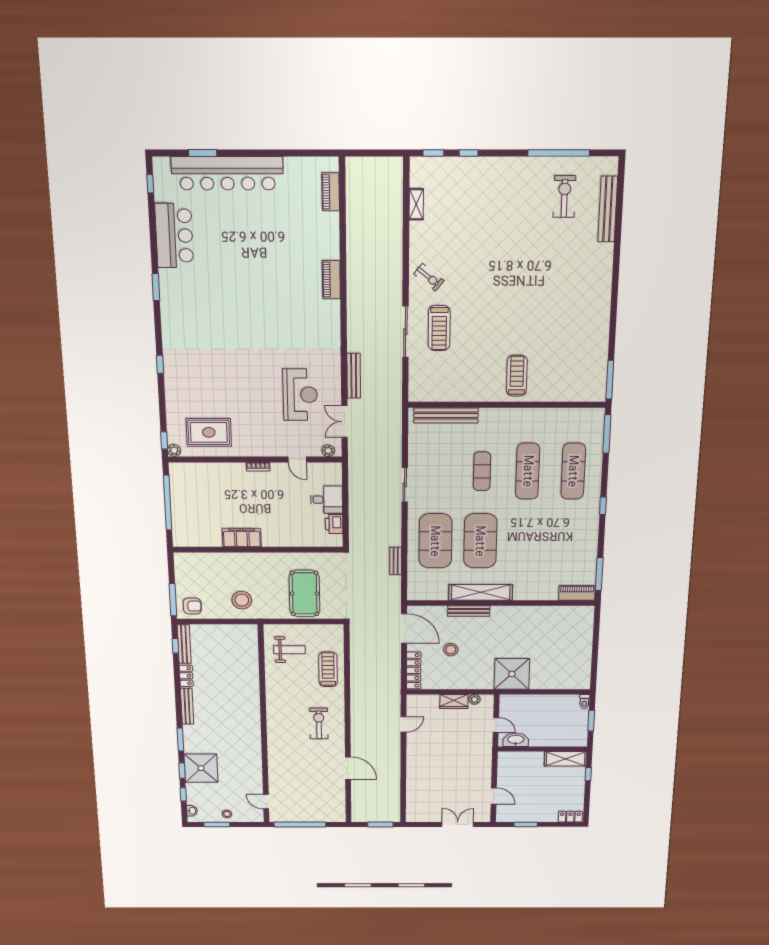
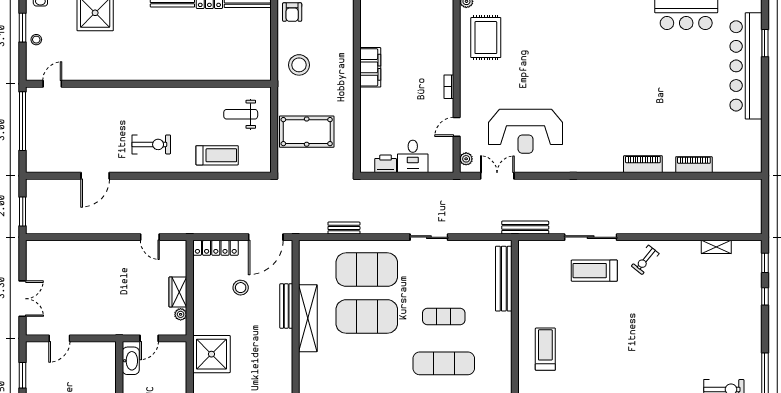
piano: (331, 192) -> (694, 165), moved
bench: (354, 376) -> (525, 228), moved
treadmill: (517, 376) -> (545, 349), turned -90
reception desk: (300, 395) -> (526, 131), width x1.36, depth x1.30
weight bench: (290, 650) -> (241, 114), turned 90

